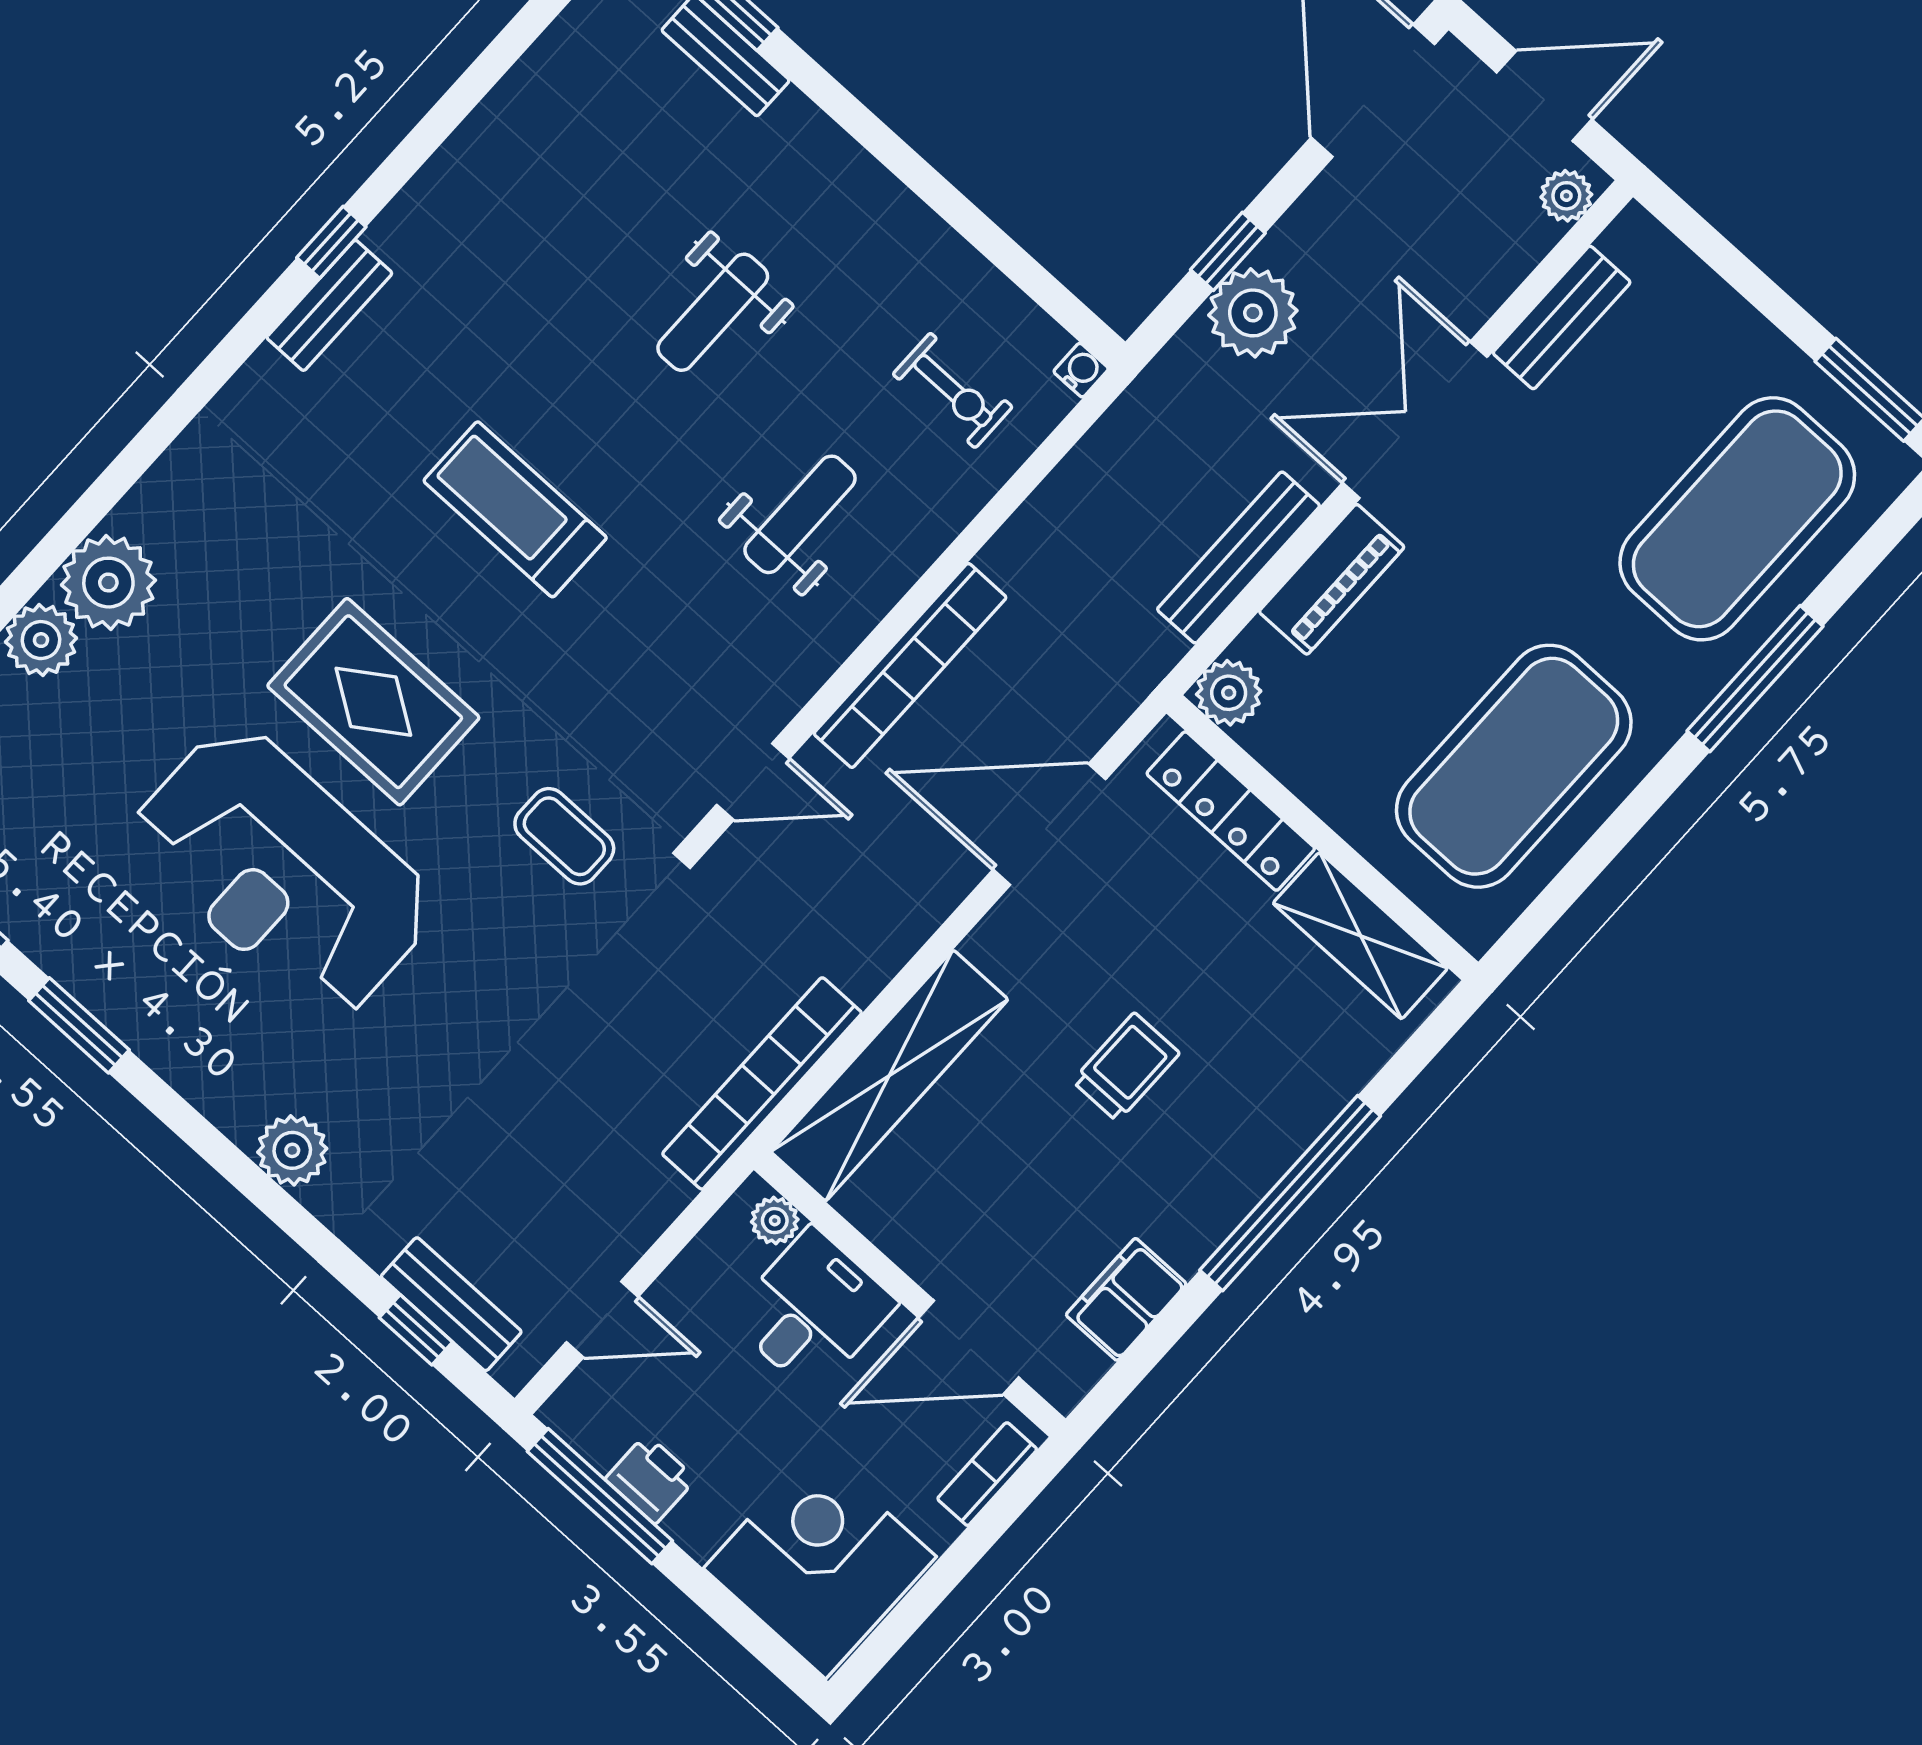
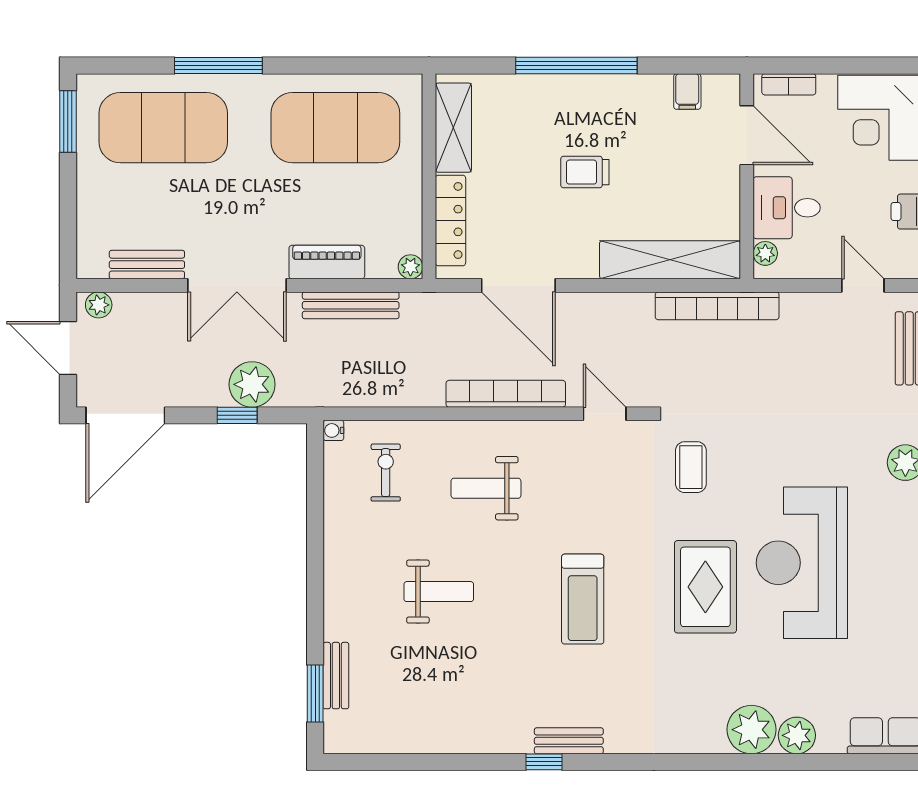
plant: (1229, 693) -> (410, 267), width x0.73, depth x0.73
reception desk: (283, 872) -> (802, 563), turned 180
filing cabinet: (1126, 1299) -> (687, 92), width x0.50

